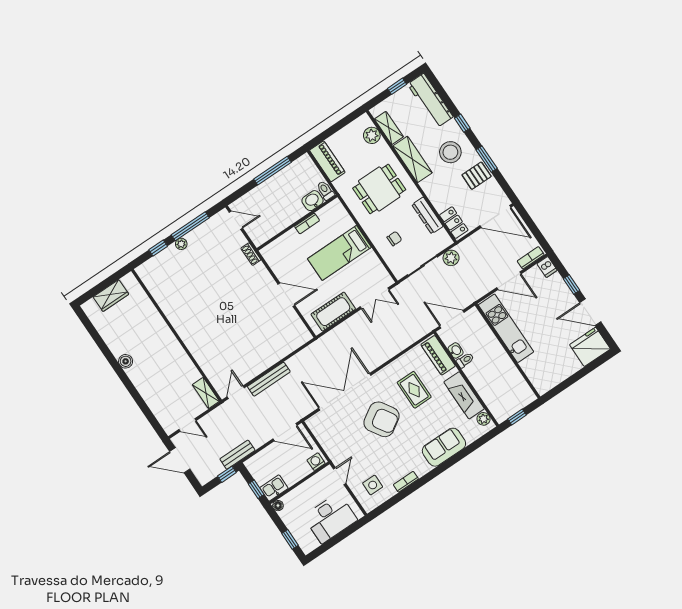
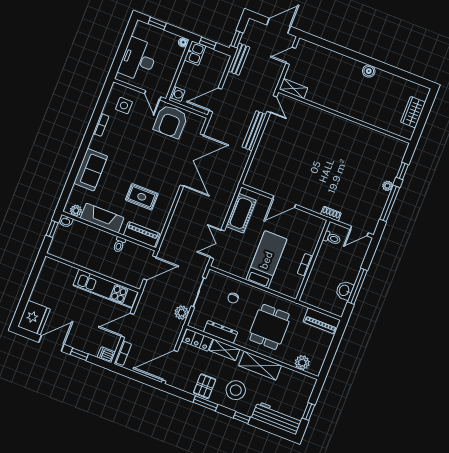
shelving: (389, 128) -> (225, 350), moved
toilet: (325, 190) -> (332, 238), moved
washbasin: (313, 201) -> (344, 290), moved, turned 180
washbasin: (456, 350) -> (66, 221), moved
armchair: (381, 419) -> (171, 121), moved, turned -58

